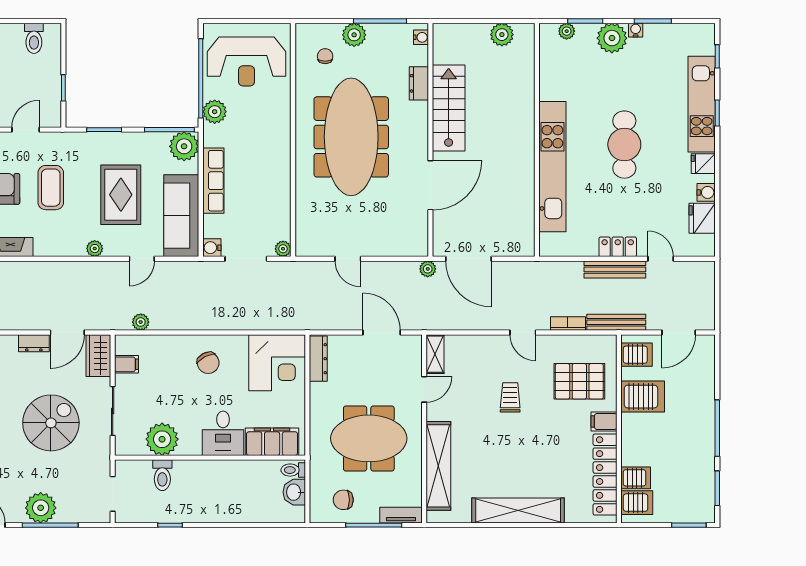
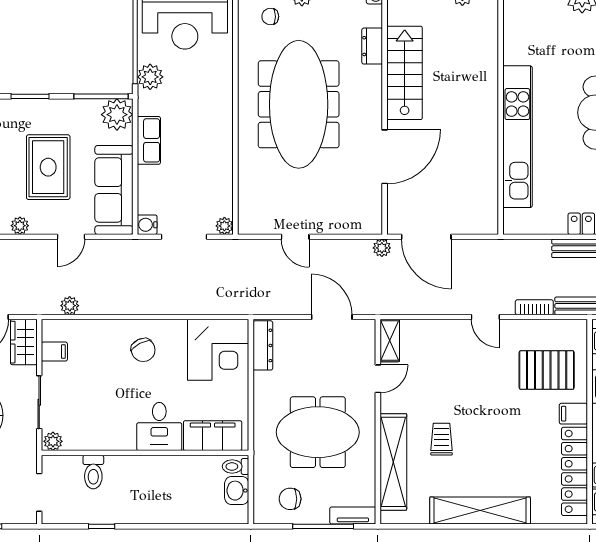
chair: (325, 56) -> (270, 17), turned -90
row of seats: (213, 181) -> (149, 140), width x0.68
trolley: (510, 397) -> (442, 439), moved
plant: (162, 439) -> (53, 441), moved, width x0.53, depth x0.53

